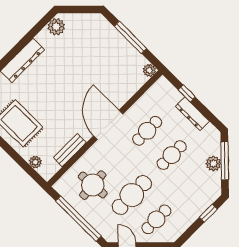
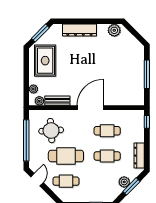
plant: (149, 70) -> (39, 101), moved
window: (187, 93) -> (147, 122), moved
dresser: (192, 114) -> (139, 156), moved
window: (225, 161) -> (131, 186), width x0.69

